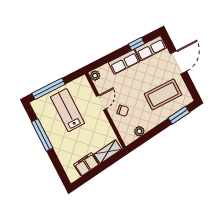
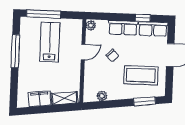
chair: (123, 111) -> (112, 55), moved

